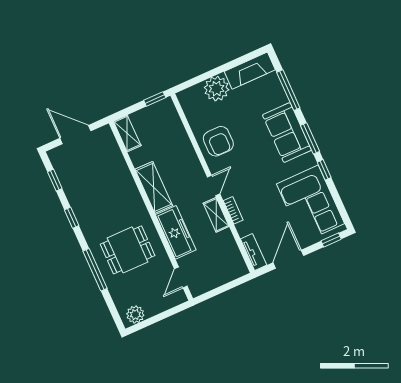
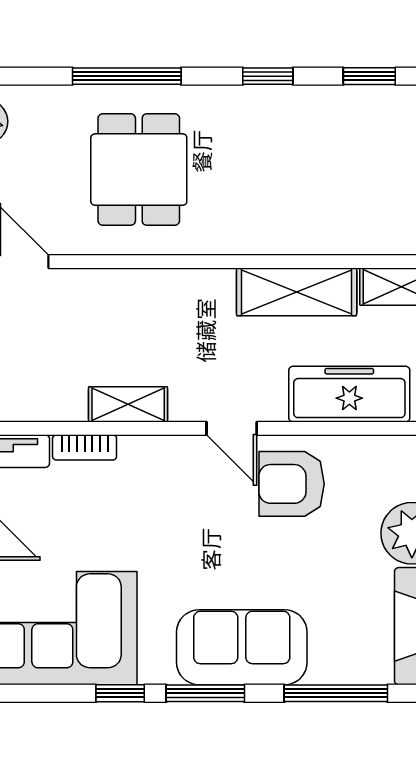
door: (214, 185) -> (232, 428), moved
shelving: (154, 187) -> (297, 292), moved
bookcase: (233, 210) -> (85, 447), moved
freezer: (176, 232) -> (349, 394), moved, turned 180

